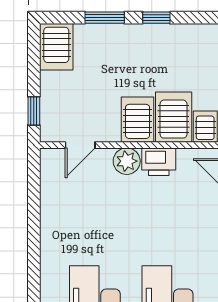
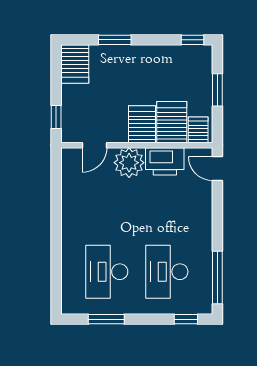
window: (156, 18) -> (192, 40), moved
plant: (127, 161) -> (129, 163), width x1.36, depth x1.36
printer: (159, 162) -> (165, 161), width x1.37, depth x1.19

